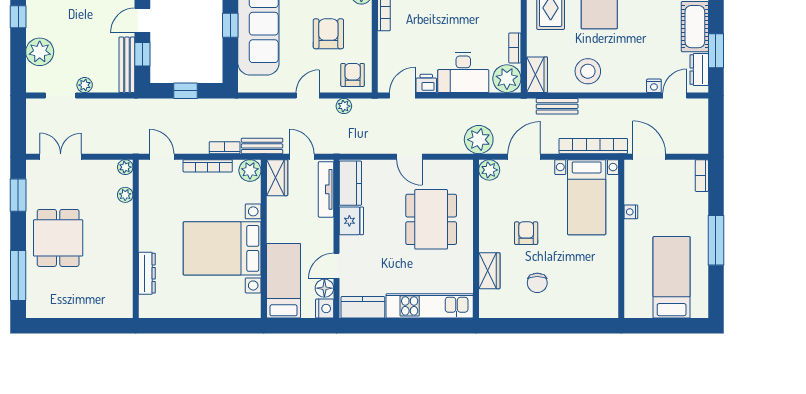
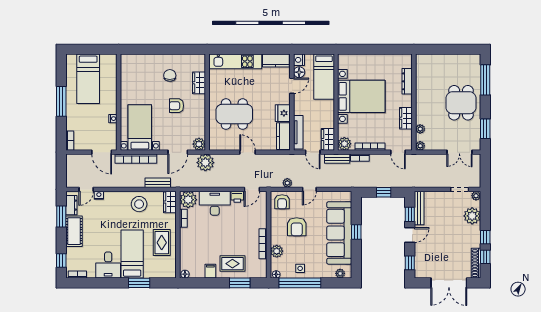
plant: (85, 85) -> (476, 196), moved
wardrobe: (149, 213) -> (406, 118), added
dining table: (431, 219) -> (234, 114), turned 90
armchair: (526, 233) -> (177, 106), turned 90

